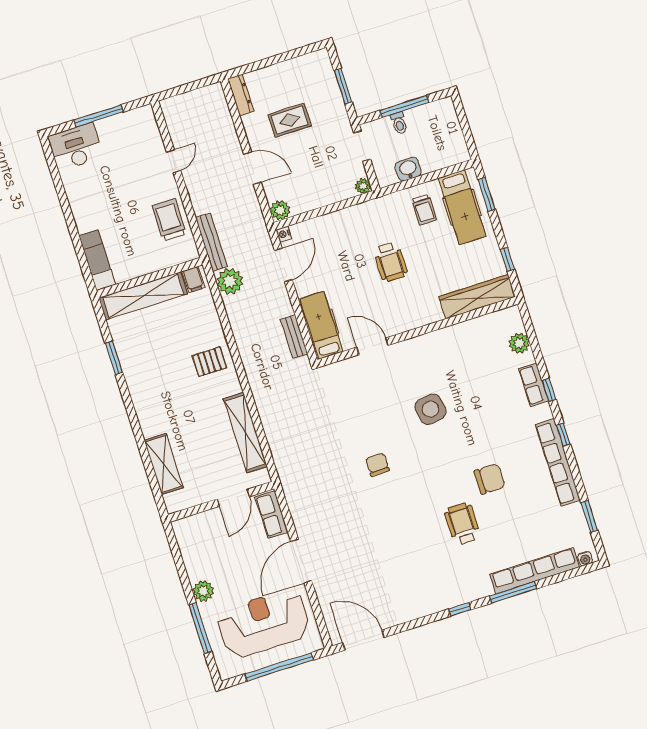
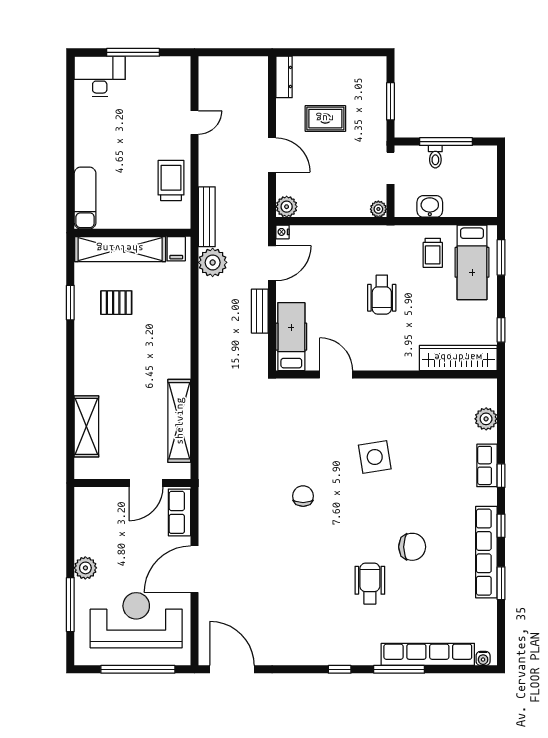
bench: (294, 337) -> (260, 311), moved
pallet: (209, 362) -> (116, 303), moved
window: (589, 516) -> (501, 583), moved

